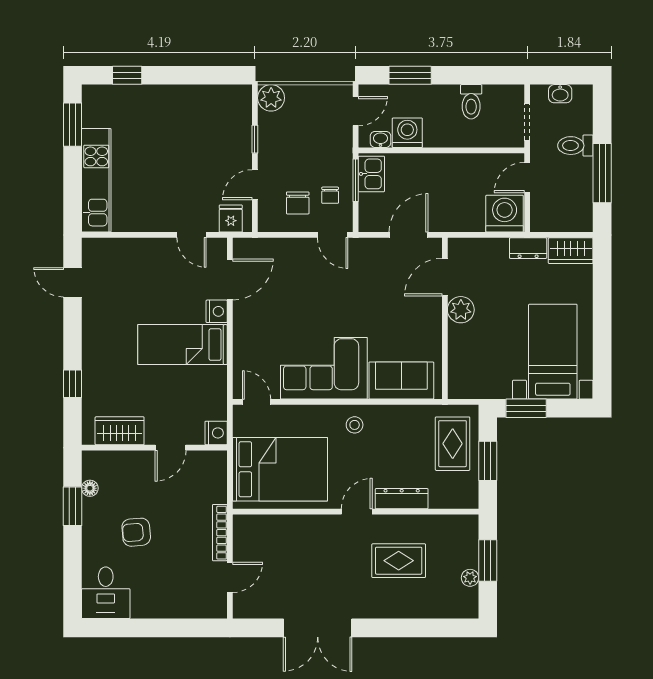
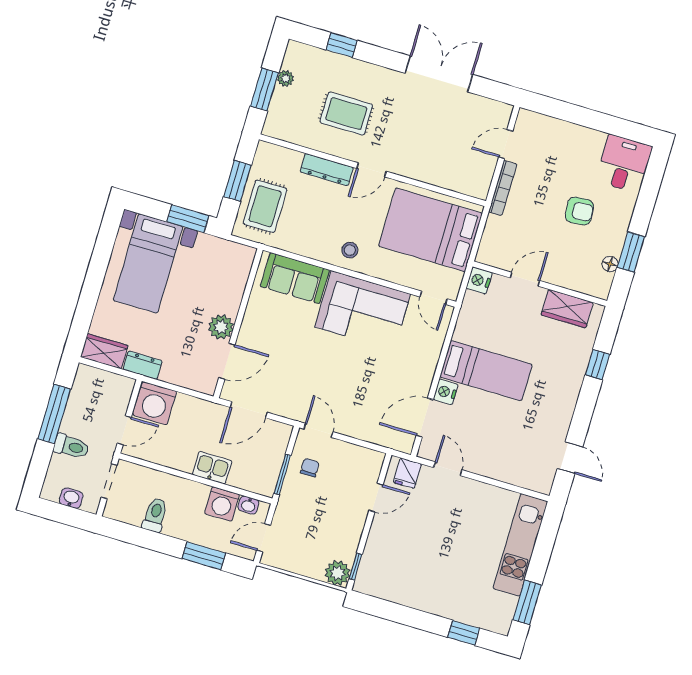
window: (255, 139) -> (356, 566), moved
kitchen sink: (371, 174) -> (212, 468), moved, turned 90
chair: (298, 203) -> (342, 469), removed
window: (424, 628) -> (342, 45), added

